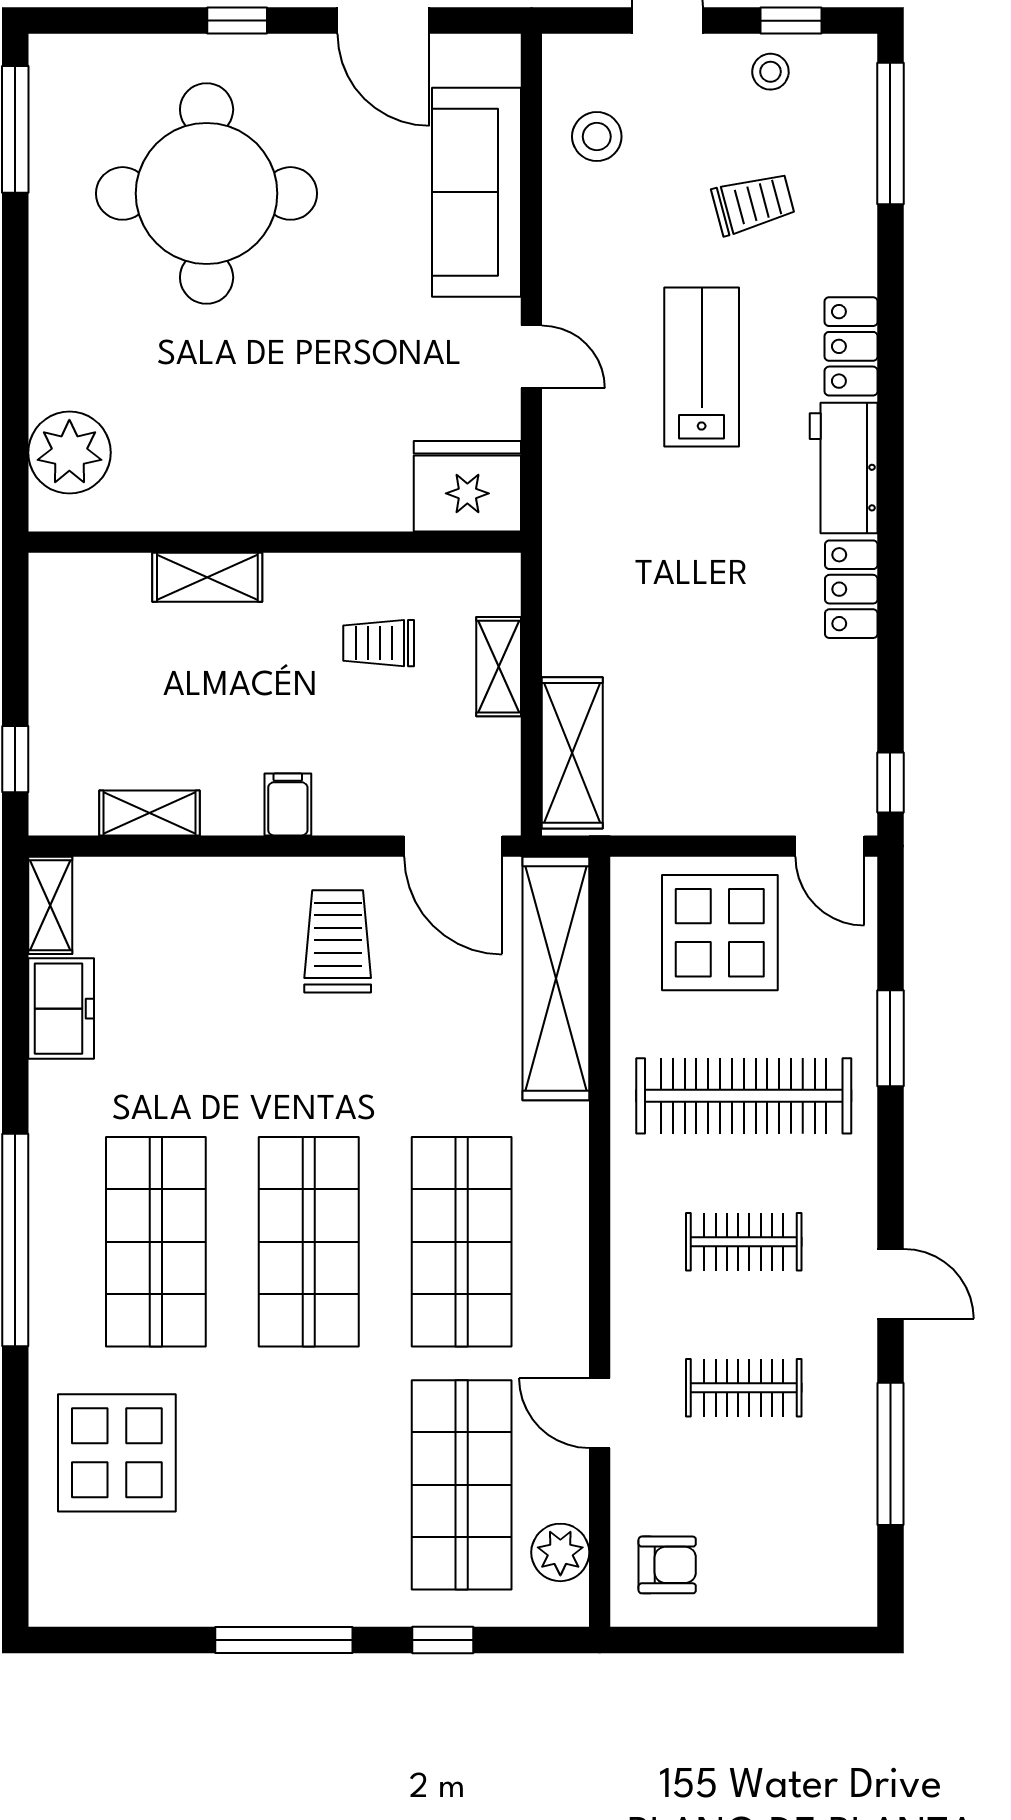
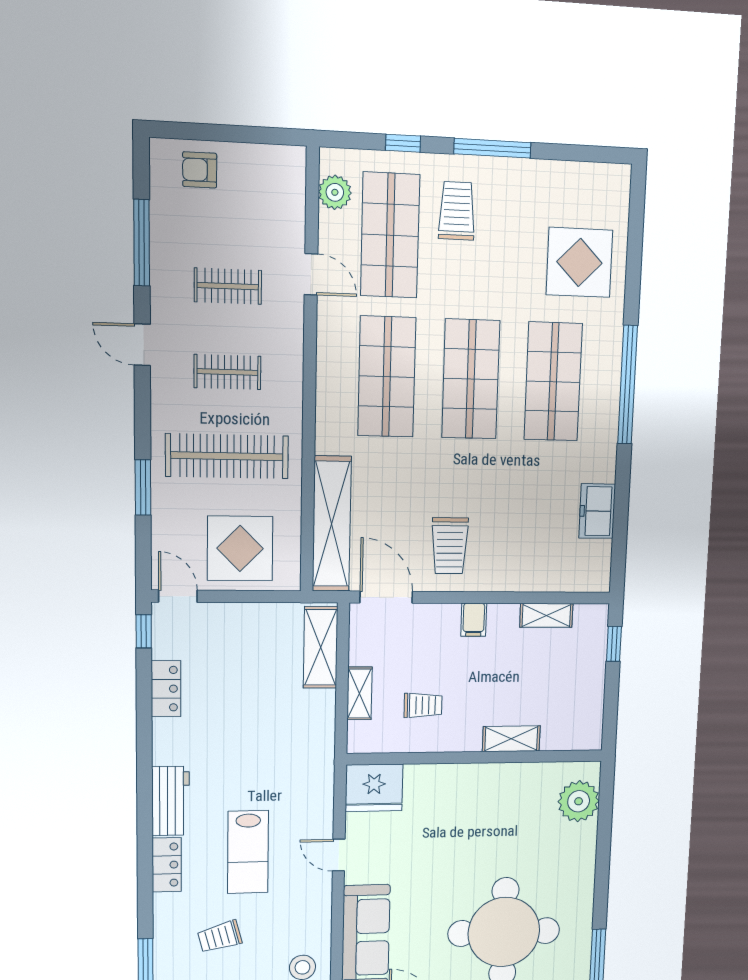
locker: (851, 589) -> (166, 689), moved
shelving: (50, 905) -> (600, 567), removed
trolley: (344, 1532) -> (457, 211), added
armchair: (667, 1565) -> (200, 170), moved

